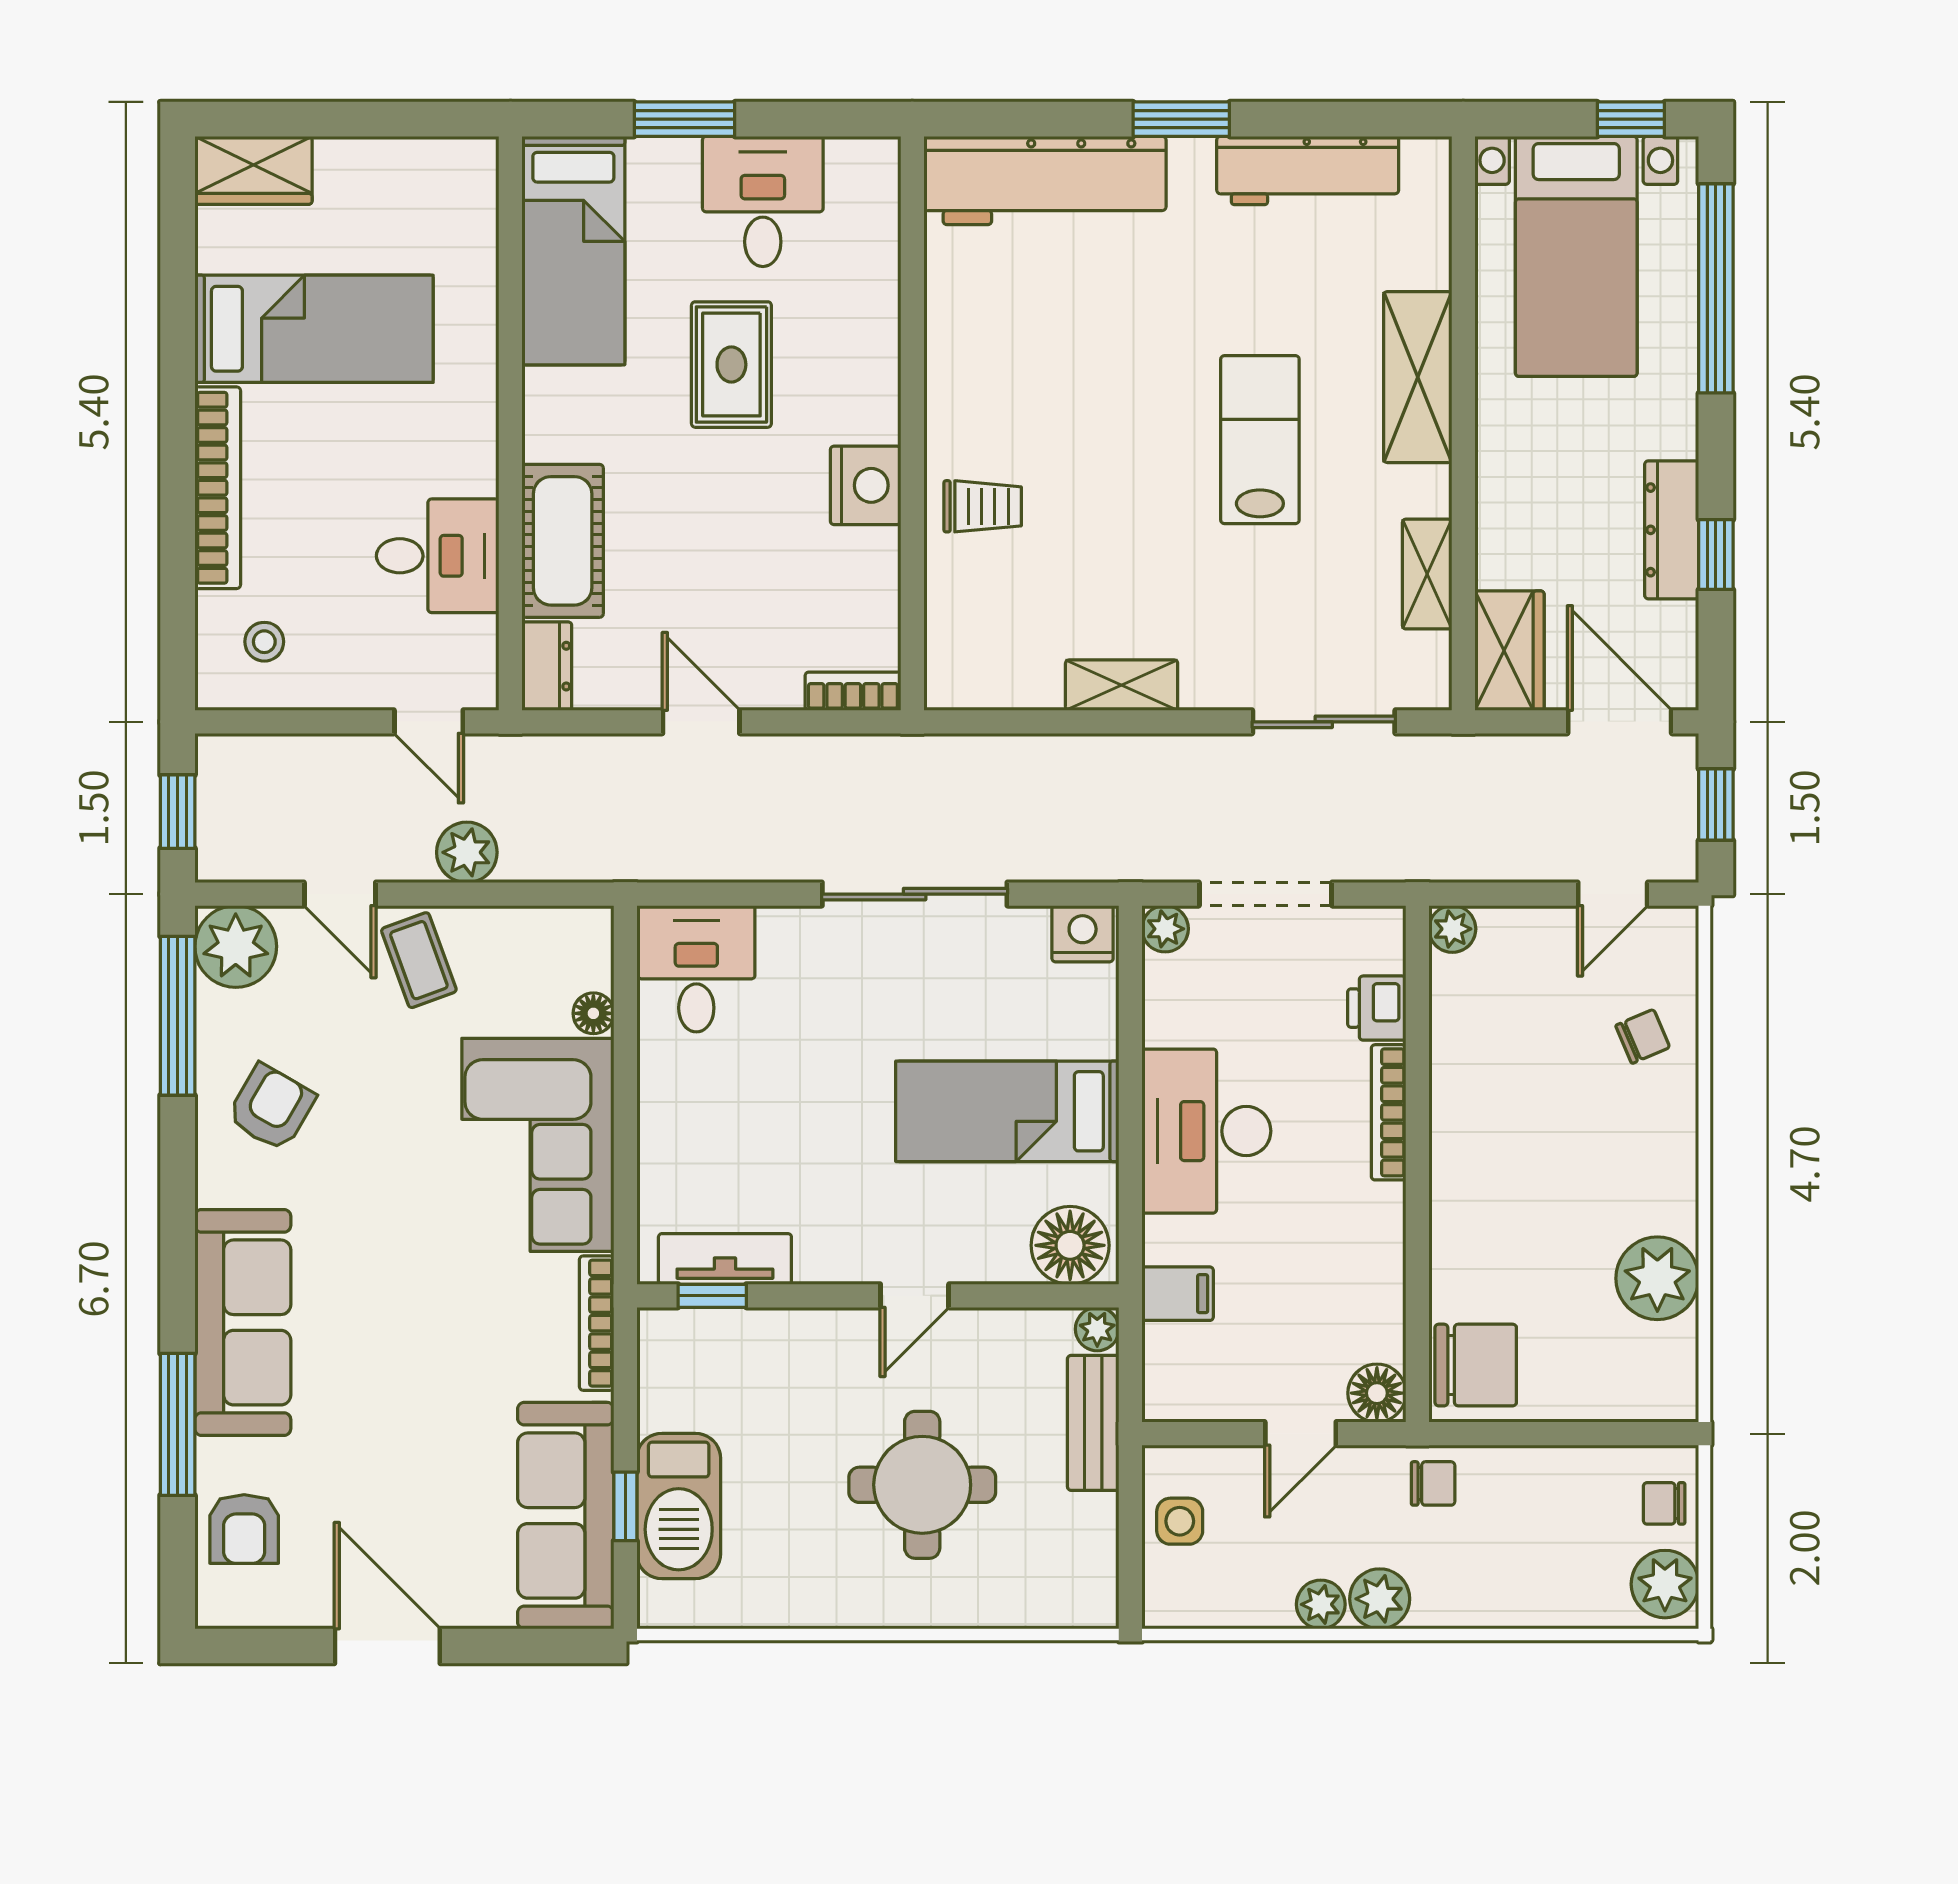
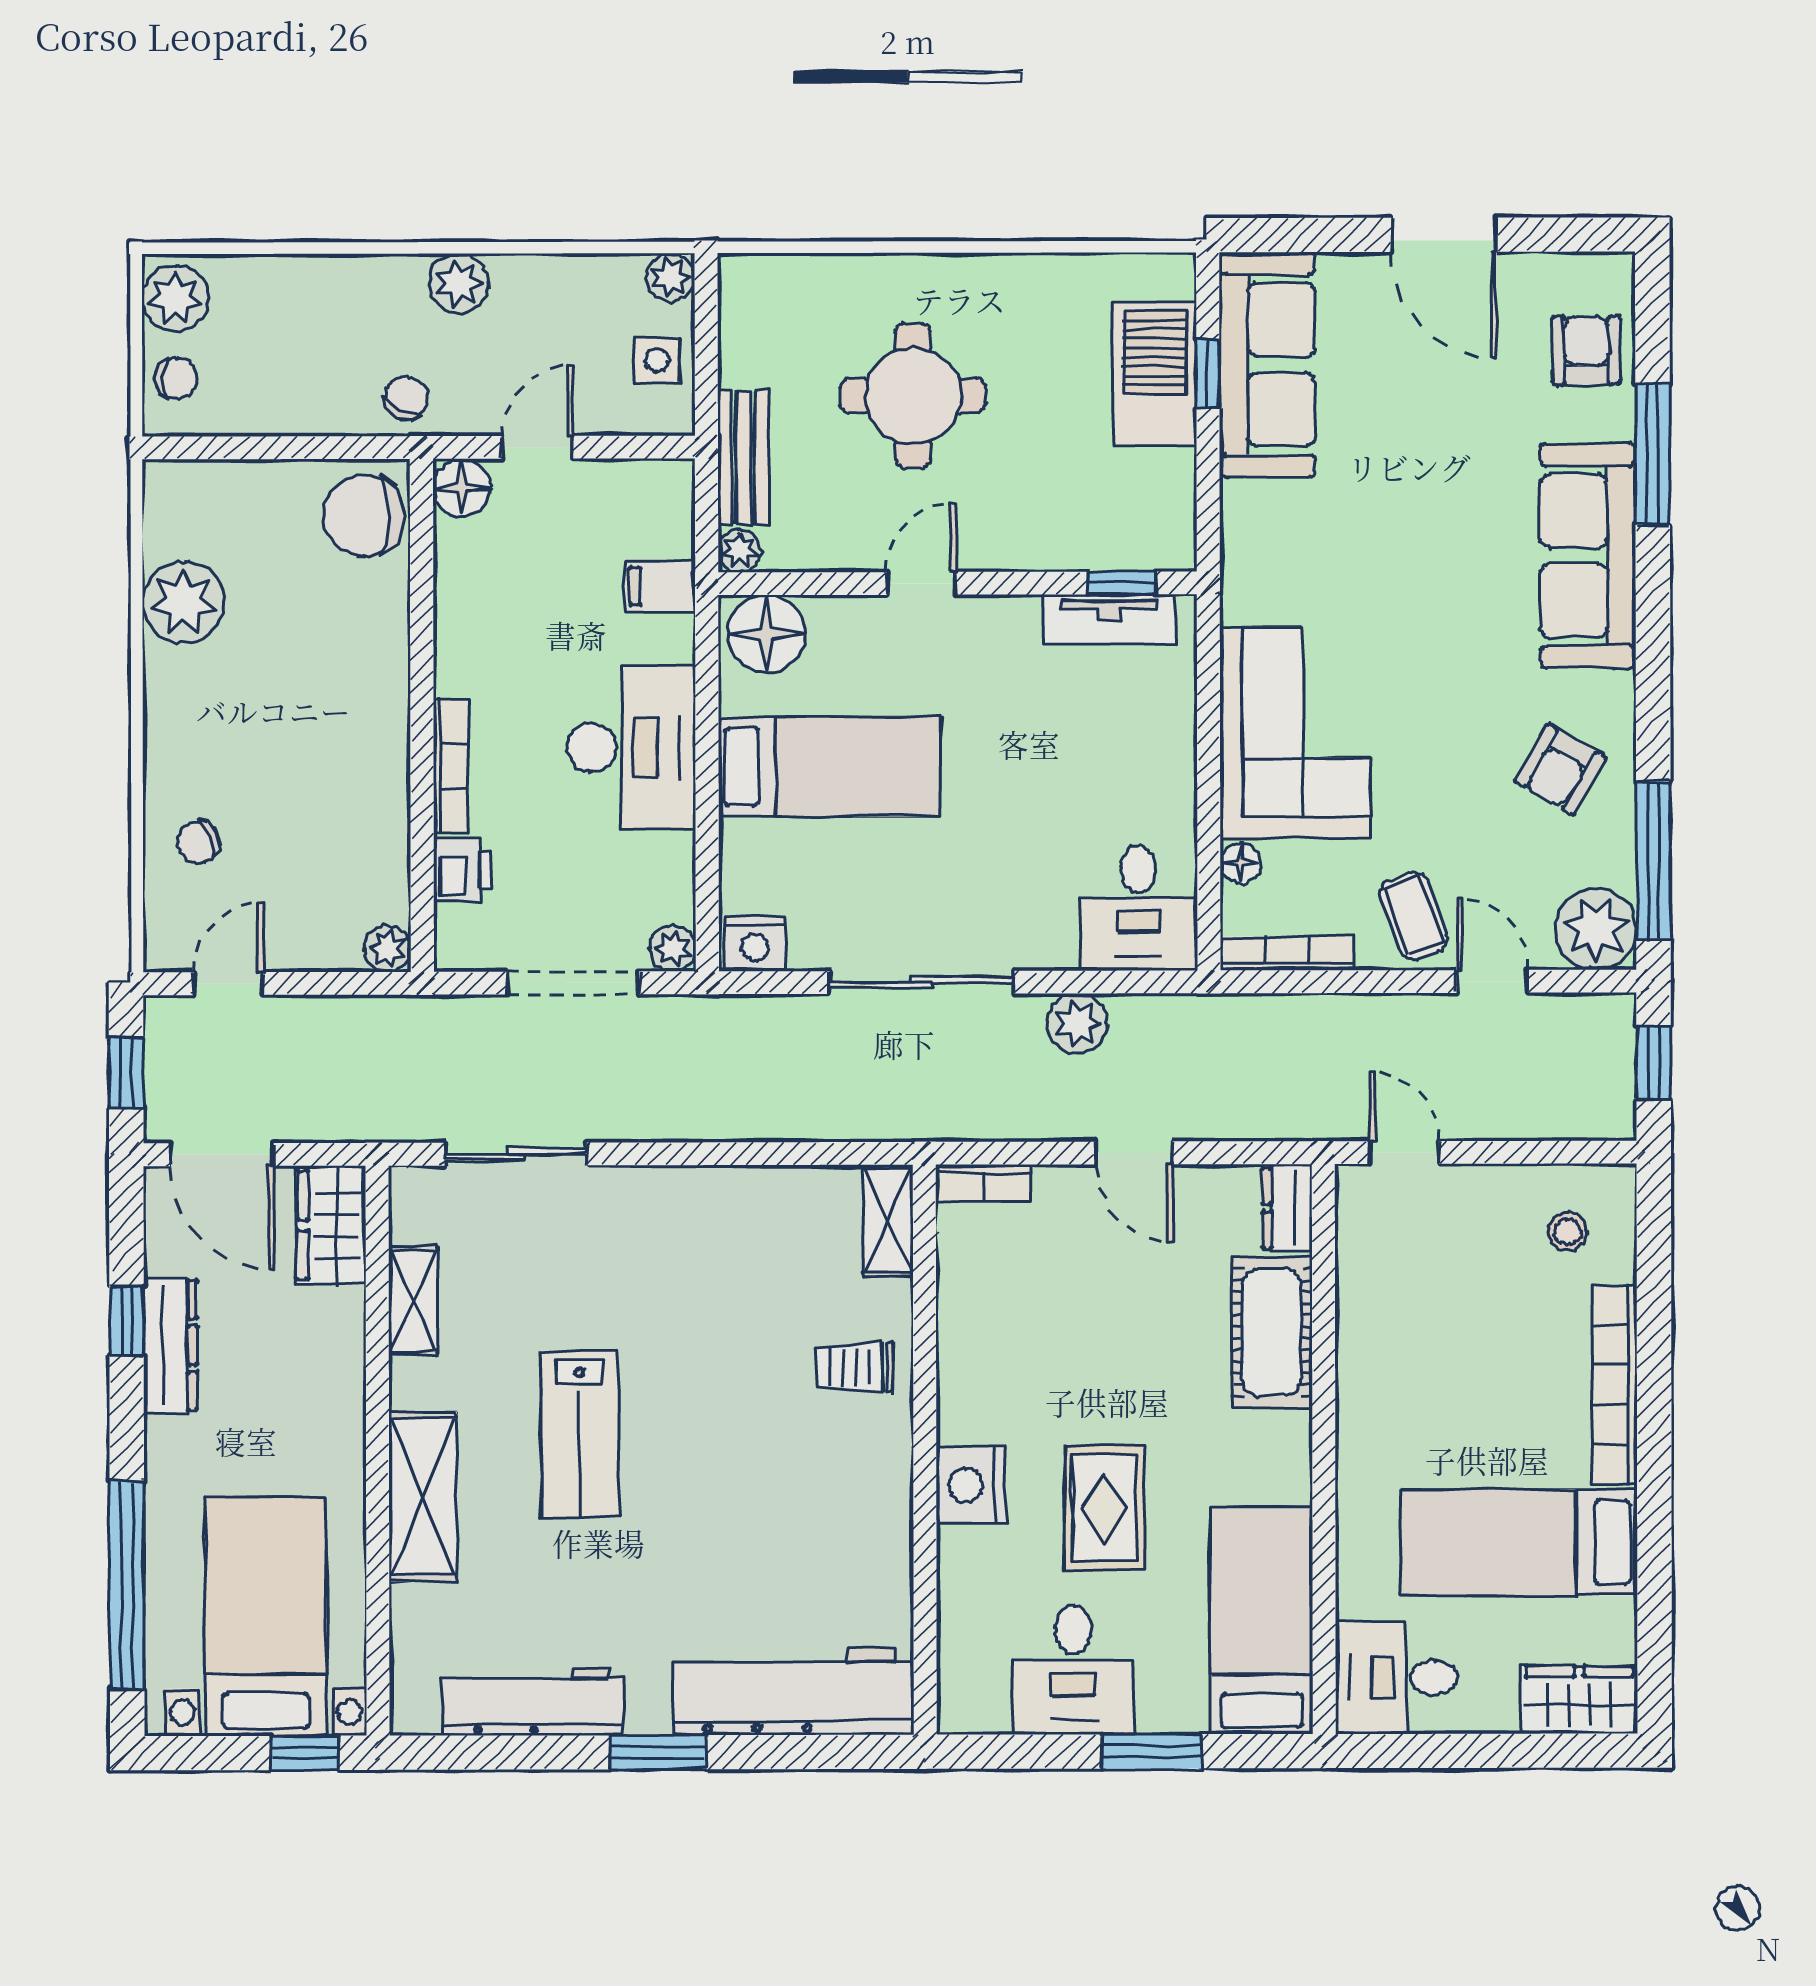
window: (1631, 119) -> (305, 1753), moved
nightstand: (866, 485) -> (971, 1485), moved
desk: (438, 556) -> (1396, 1677), moved
shelving: (1122, 685) -> (888, 1221), moved, turned 90
plant: (467, 852) -> (1077, 1023), moved
bookcase: (597, 1323) -> (1287, 953), moved, turned -90
chair: (1433, 1483) -> (406, 398), turned 117
plant: (1321, 1604) -> (671, 277), moved

